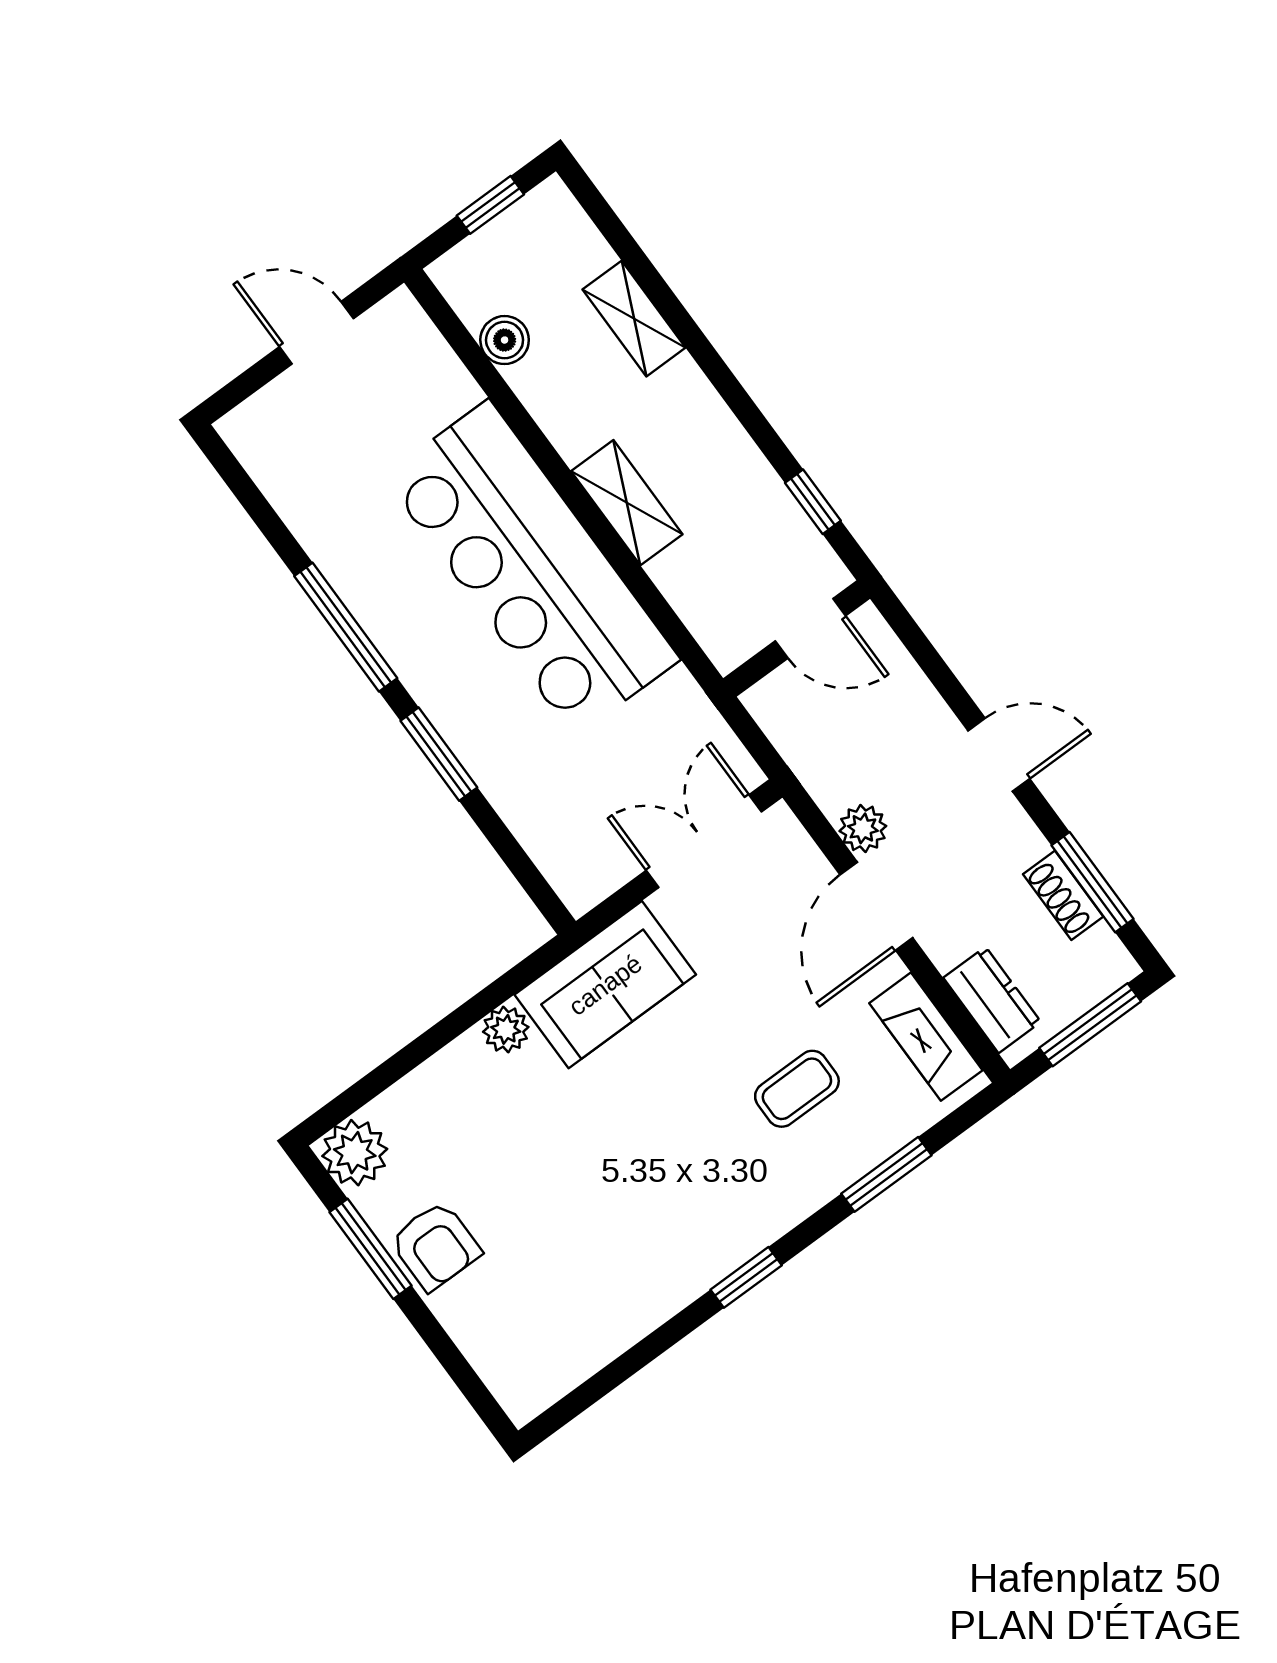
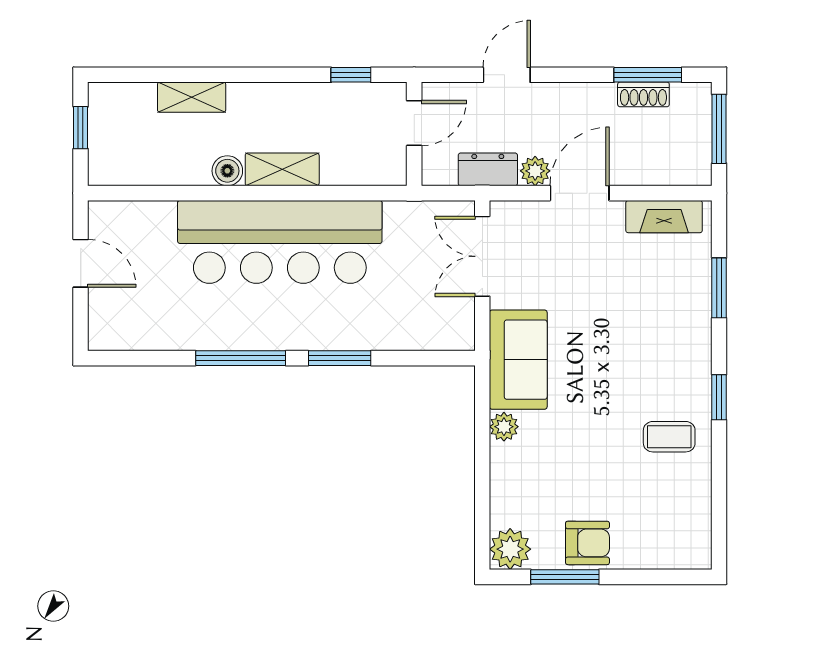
door: (316, 333) -> (81, 263), swing flipped
boiler: (505, 340) -> (227, 171), moved
door: (999, 755) -> (507, 75), moved
door: (876, 906) -> (580, 193), swing flipped
dresser: (992, 1000) -> (488, 169), moved
coffee table: (797, 1089) -> (669, 437), moved, turned 90

